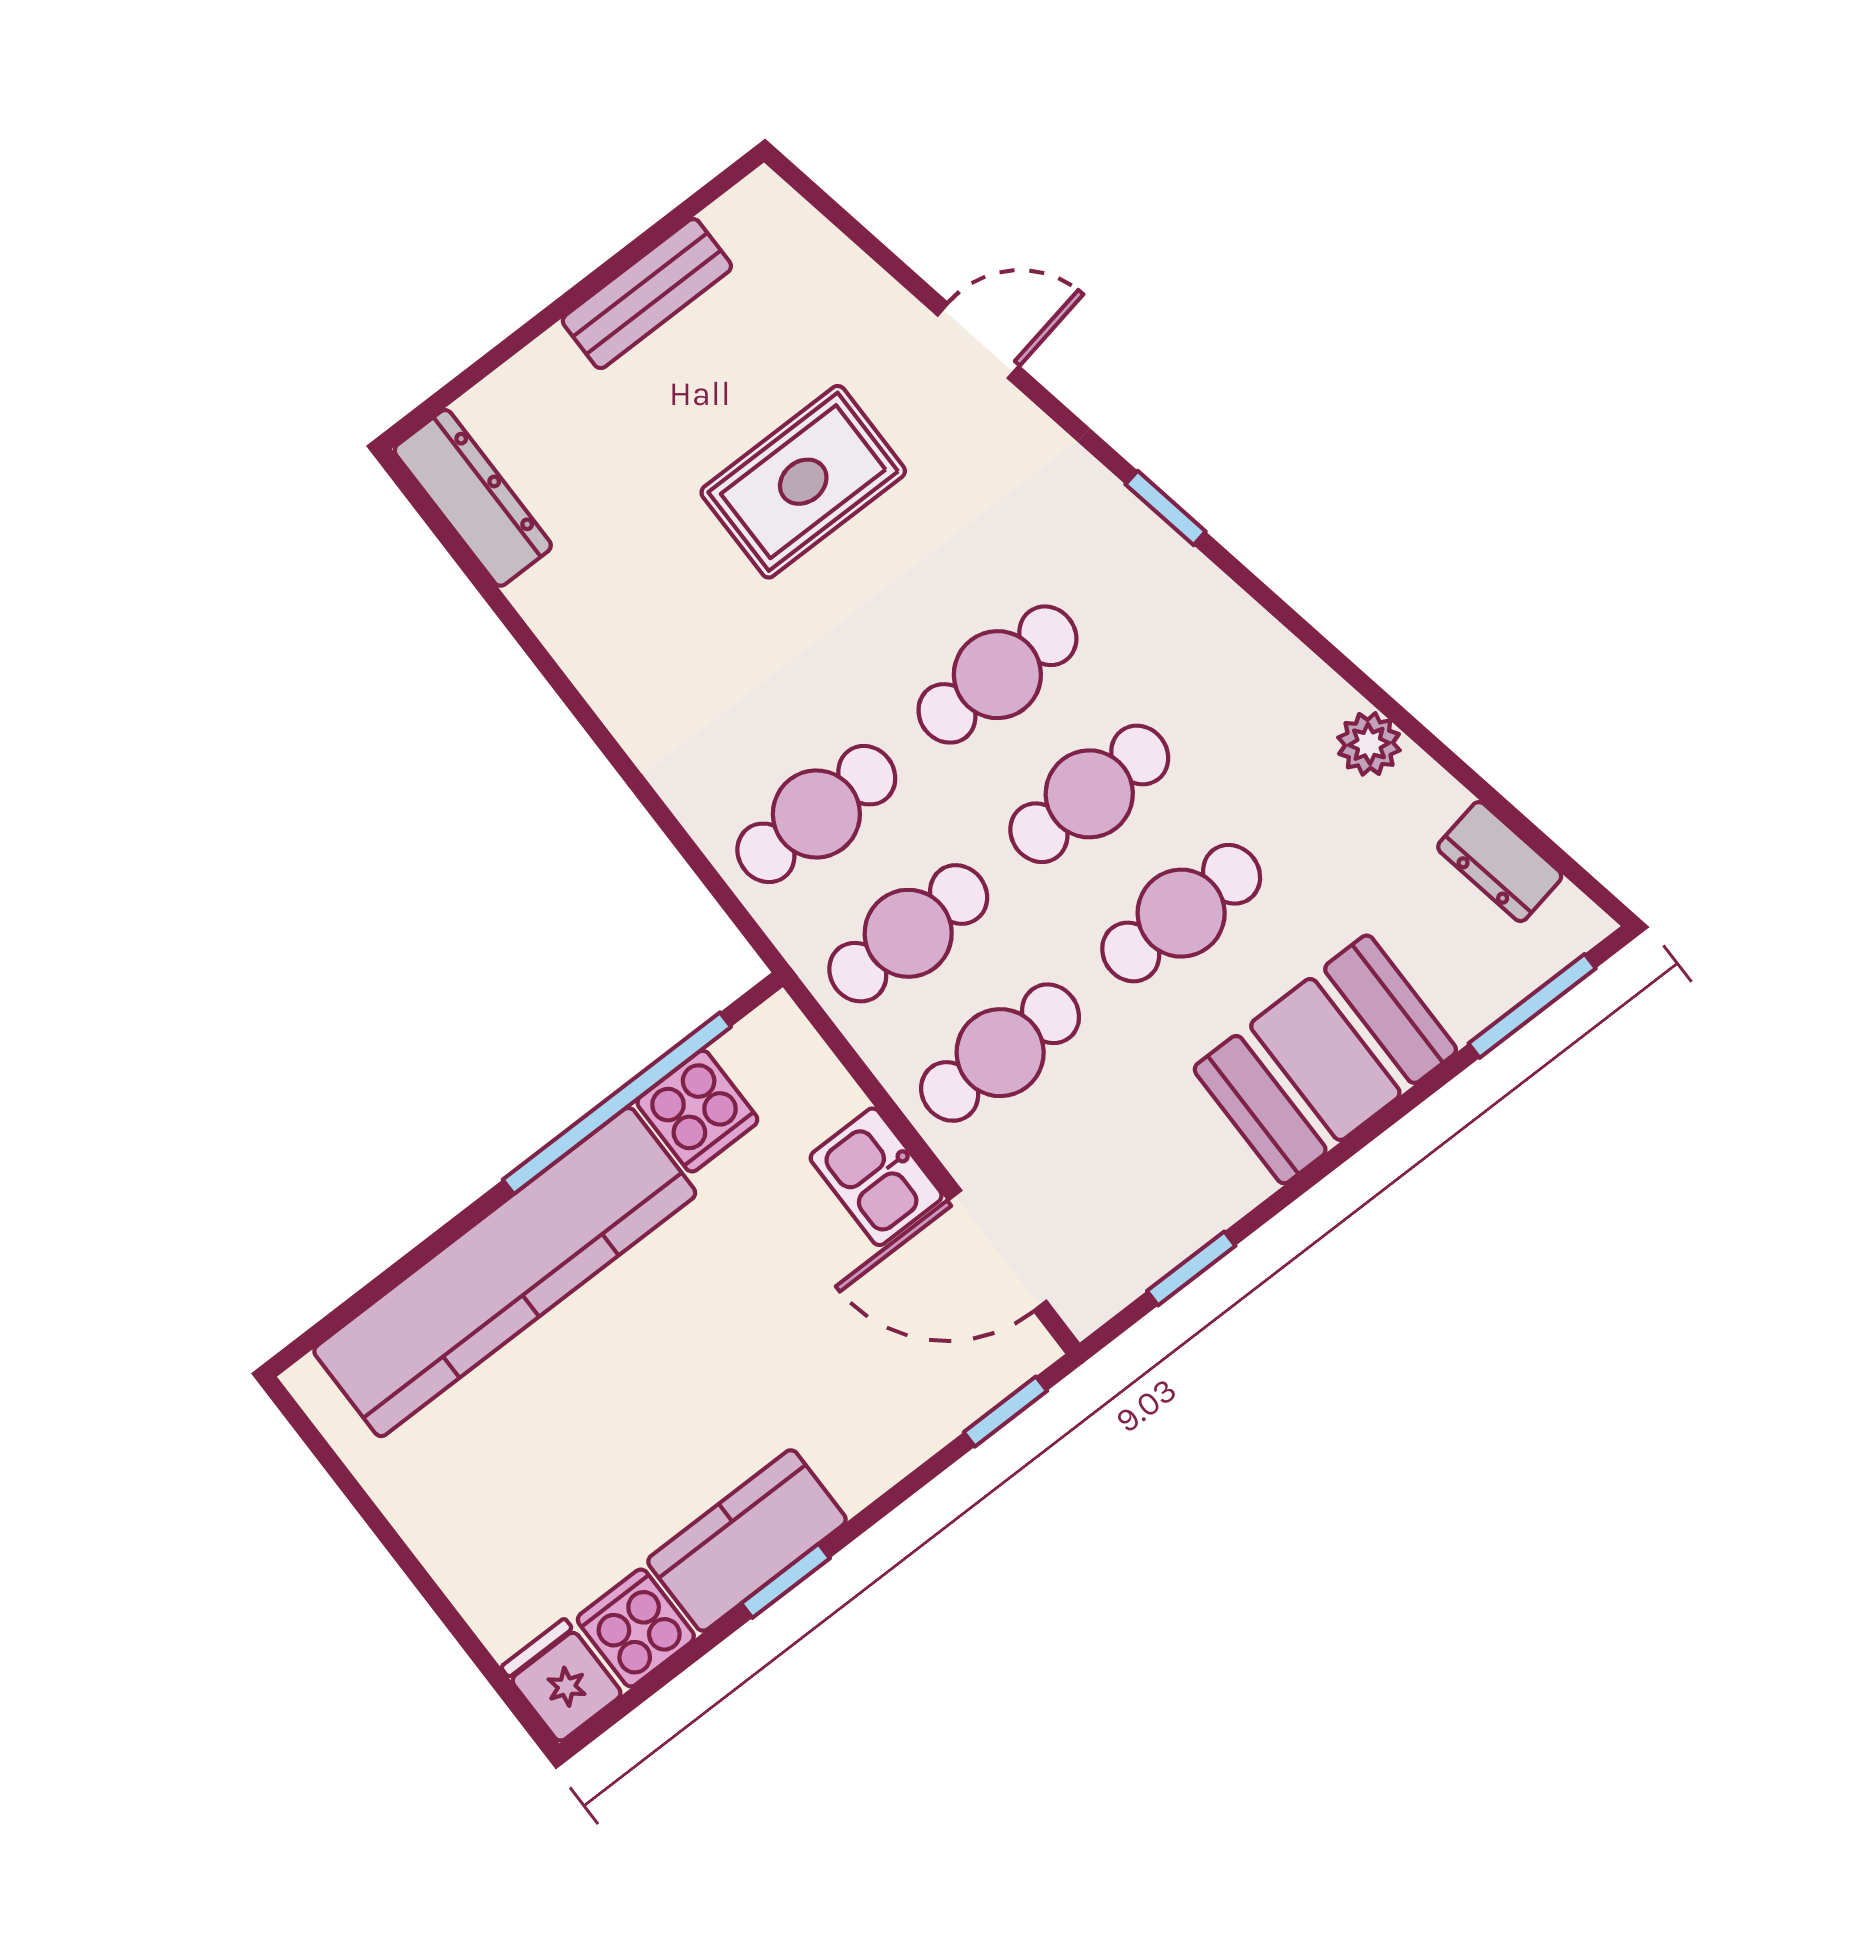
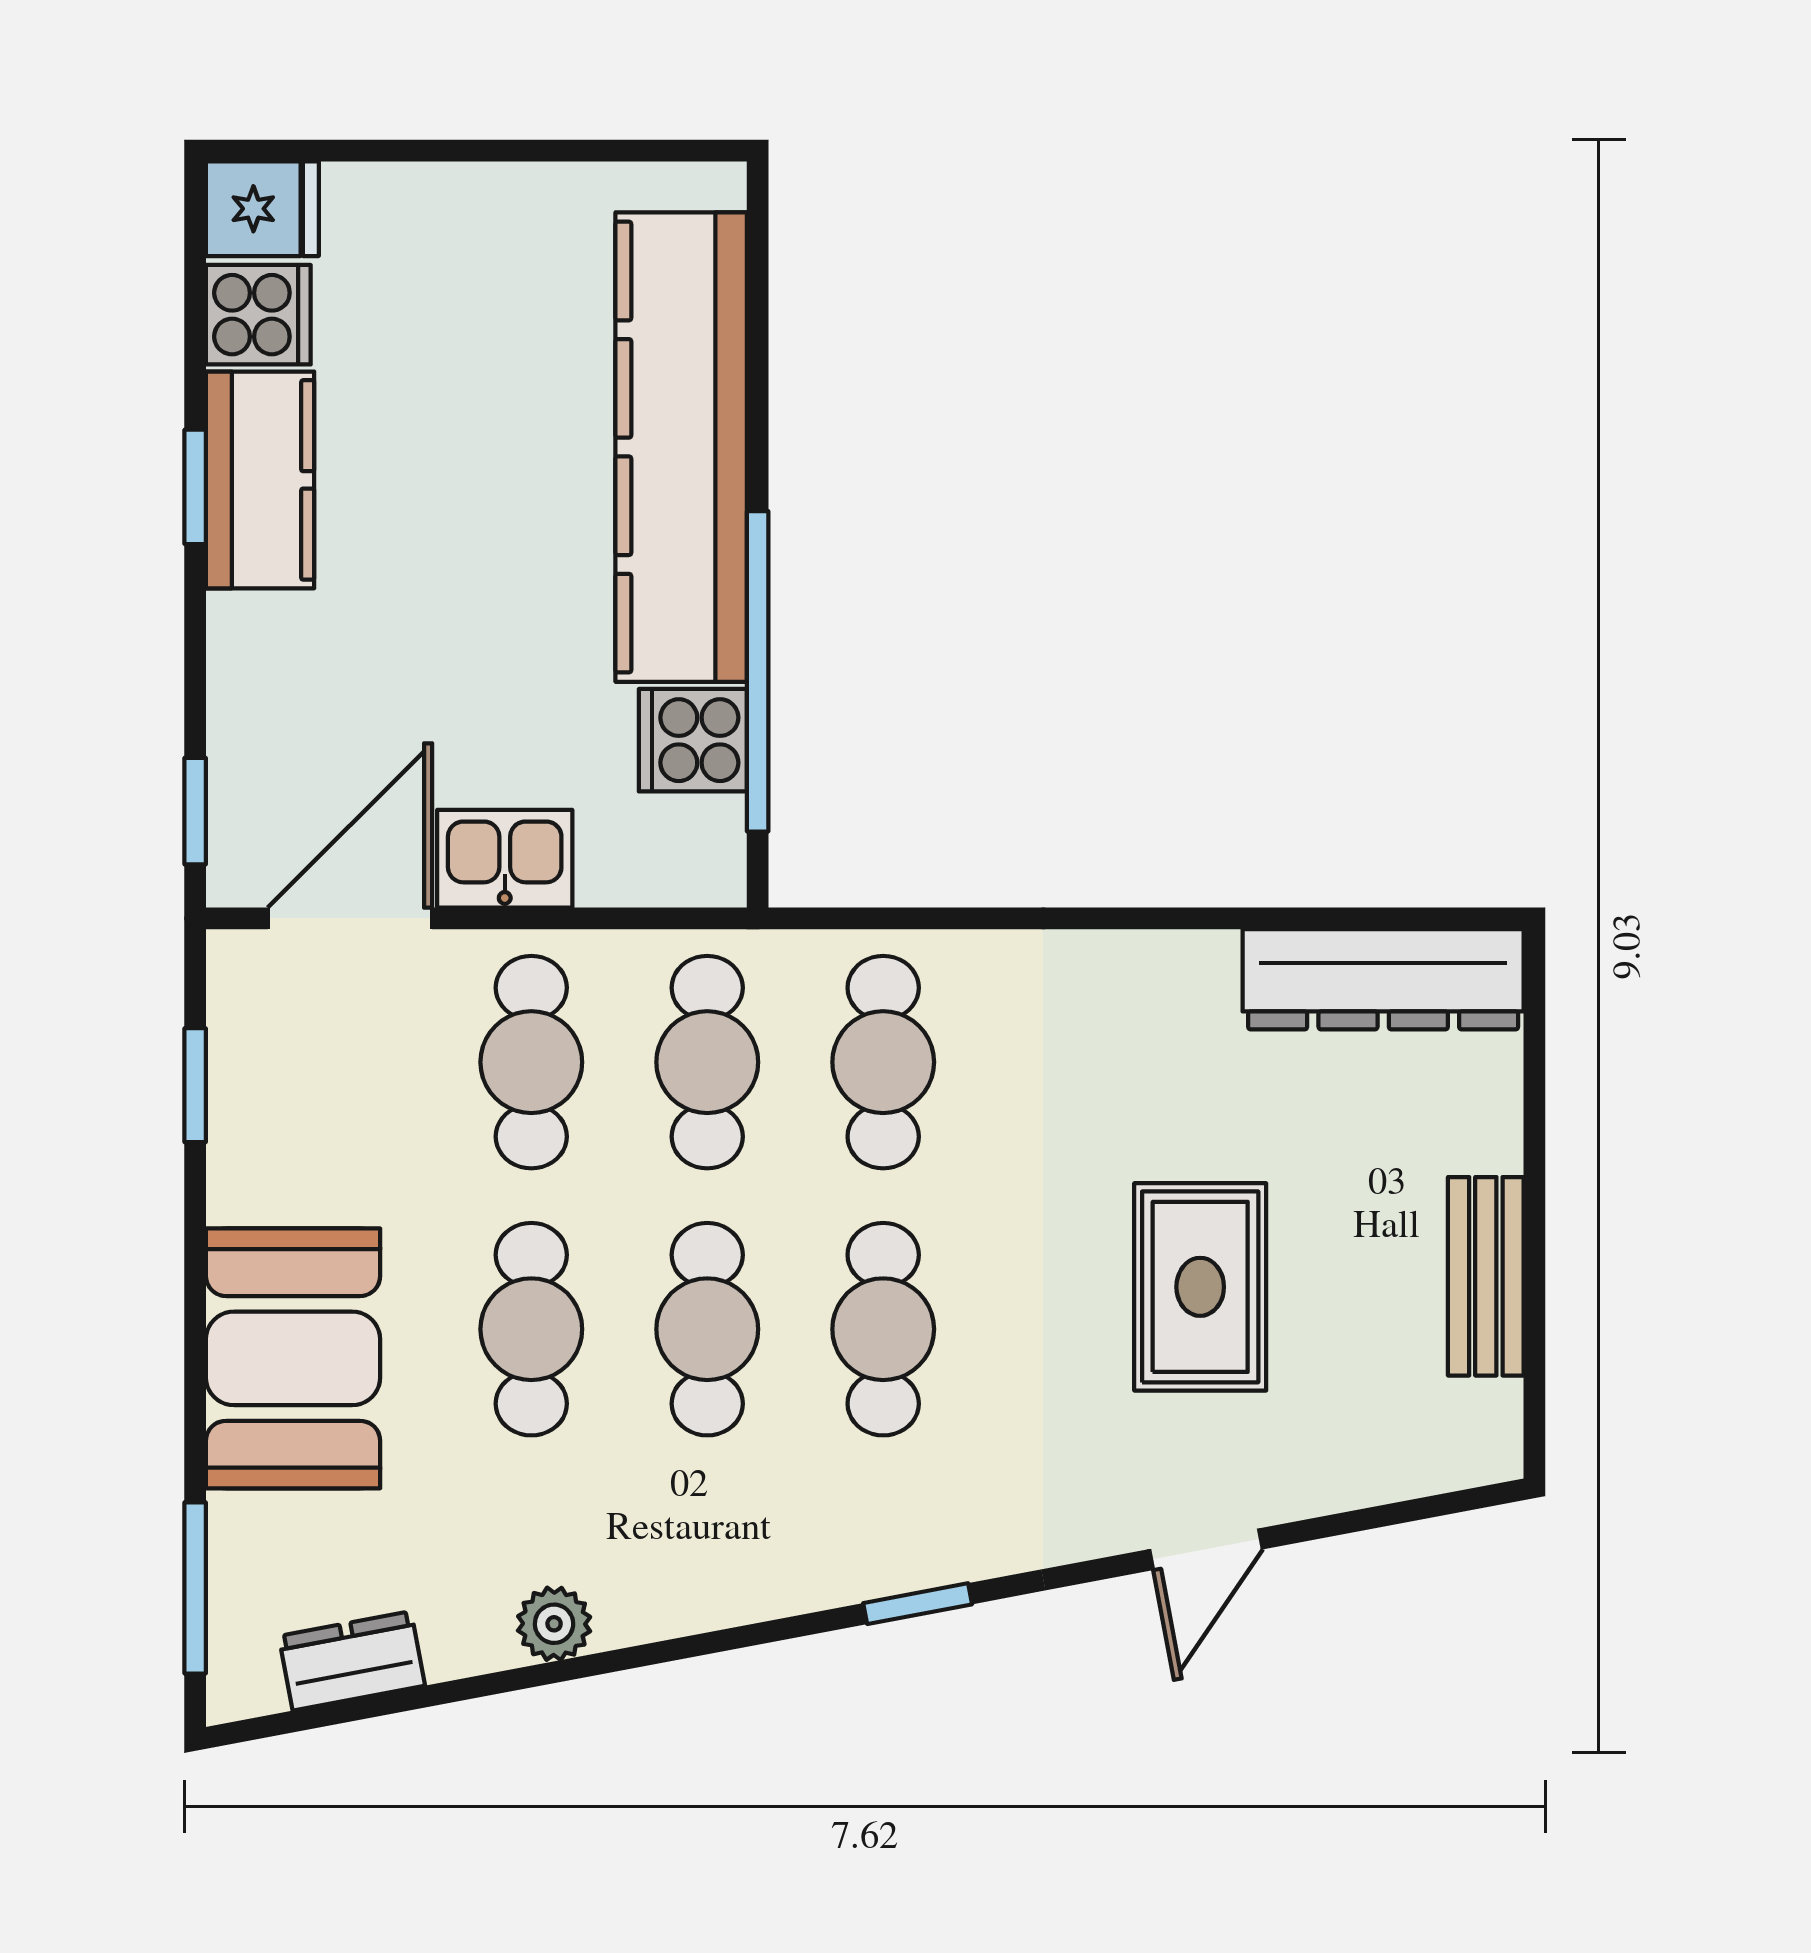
dresser: (473, 498) -> (1383, 979), width x1.37, depth x1.24

